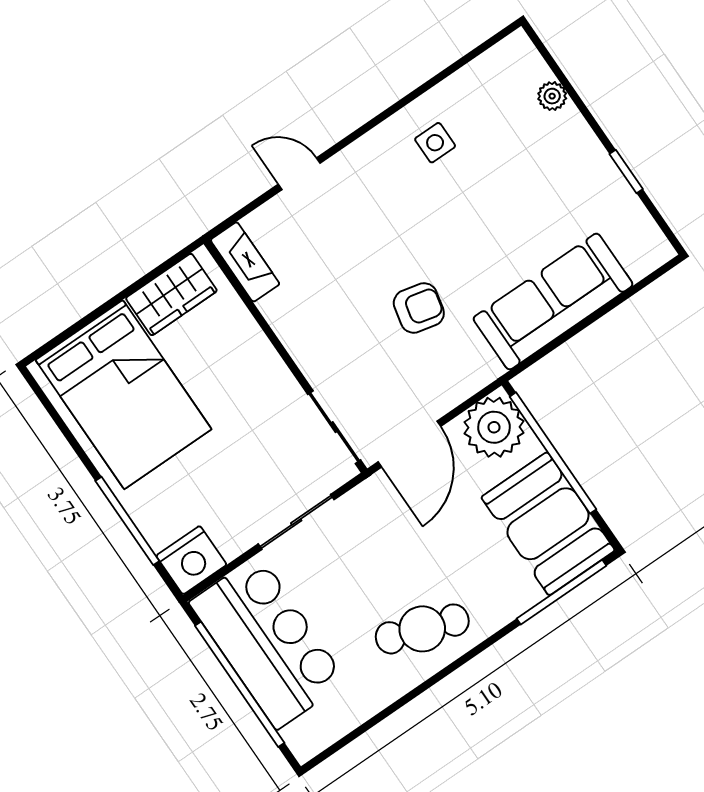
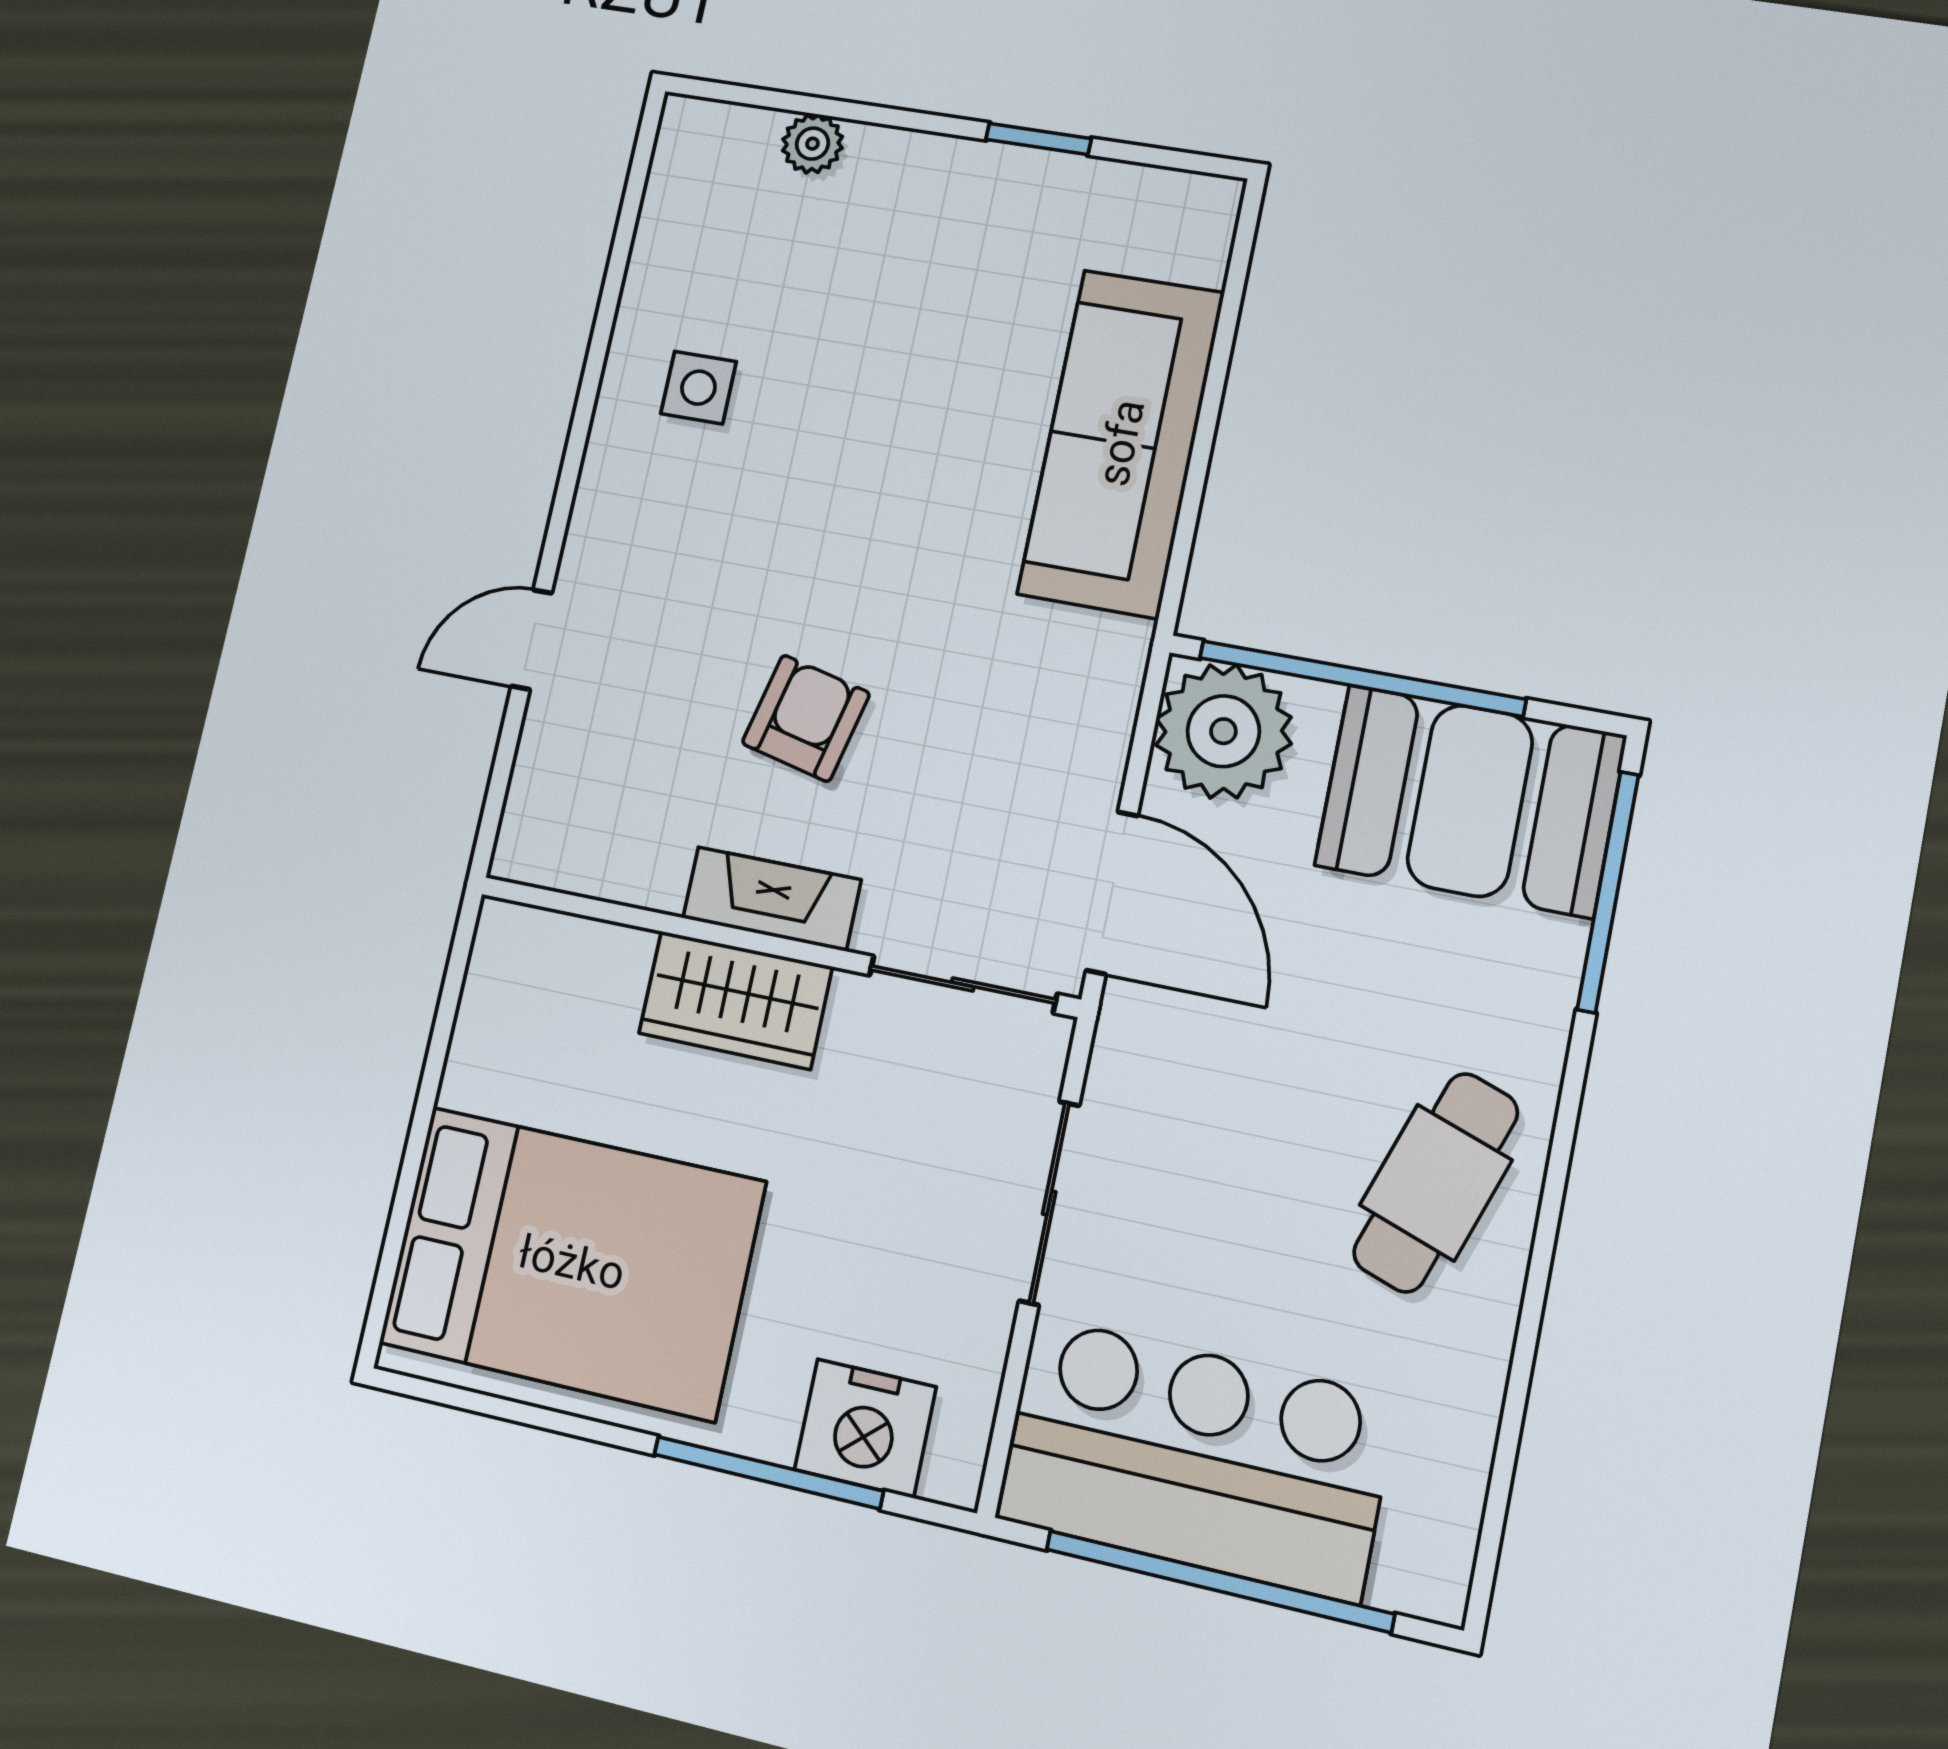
fireplace: (245, 262) -> (772, 899), moved
wardrobe: (171, 294) -> (735, 1000), moved, turned 90
armchair: (419, 308) -> (806, 718), moved
nightstand: (191, 560) -> (865, 1428), moved, turned 90

